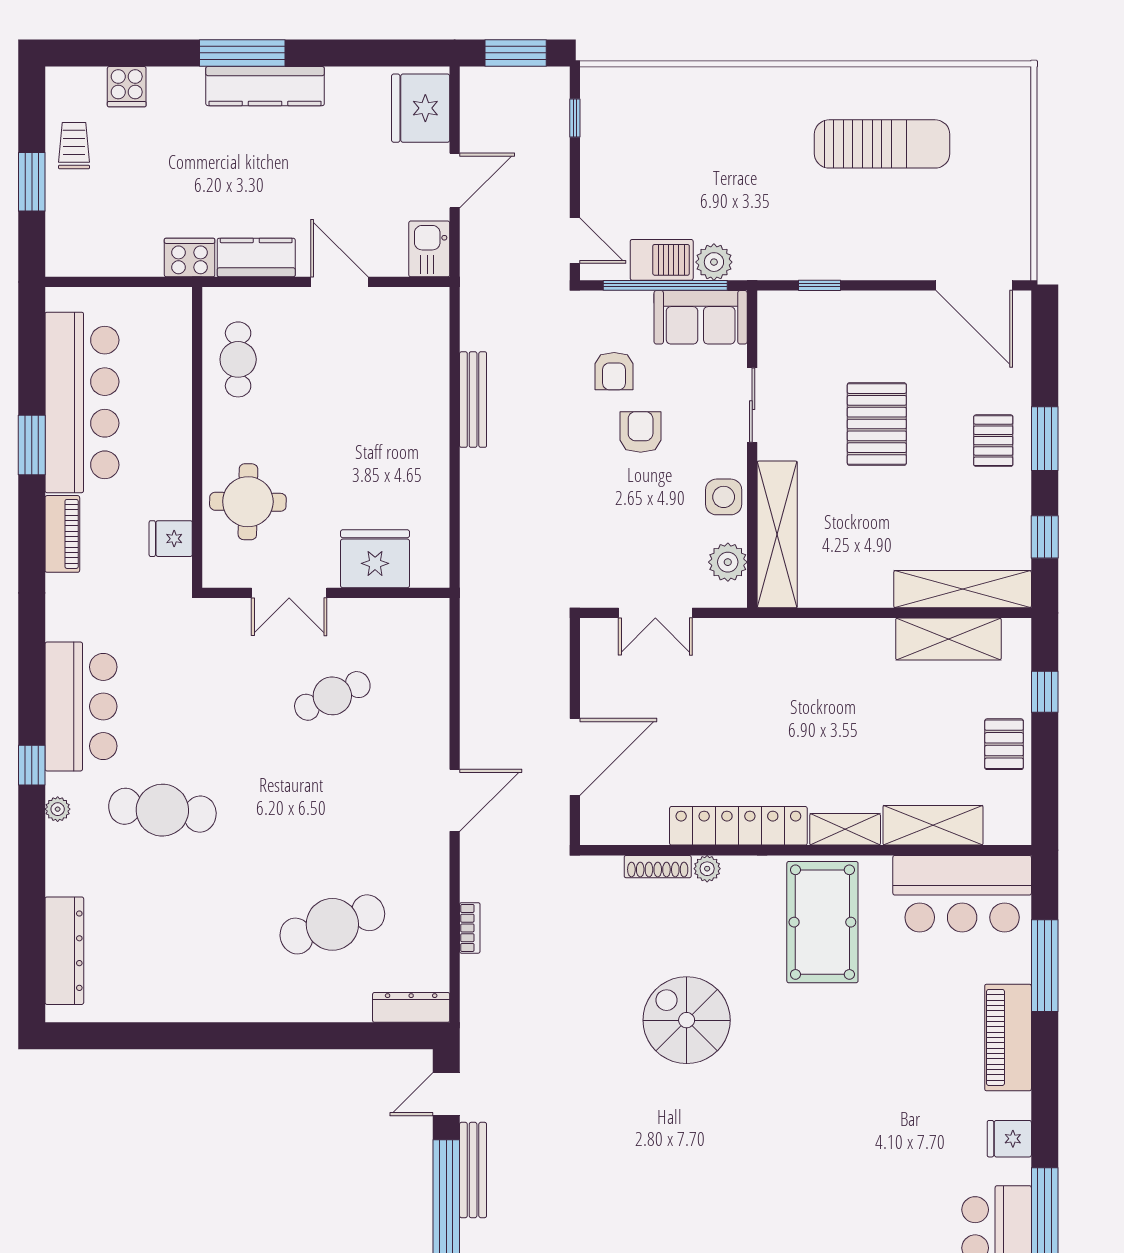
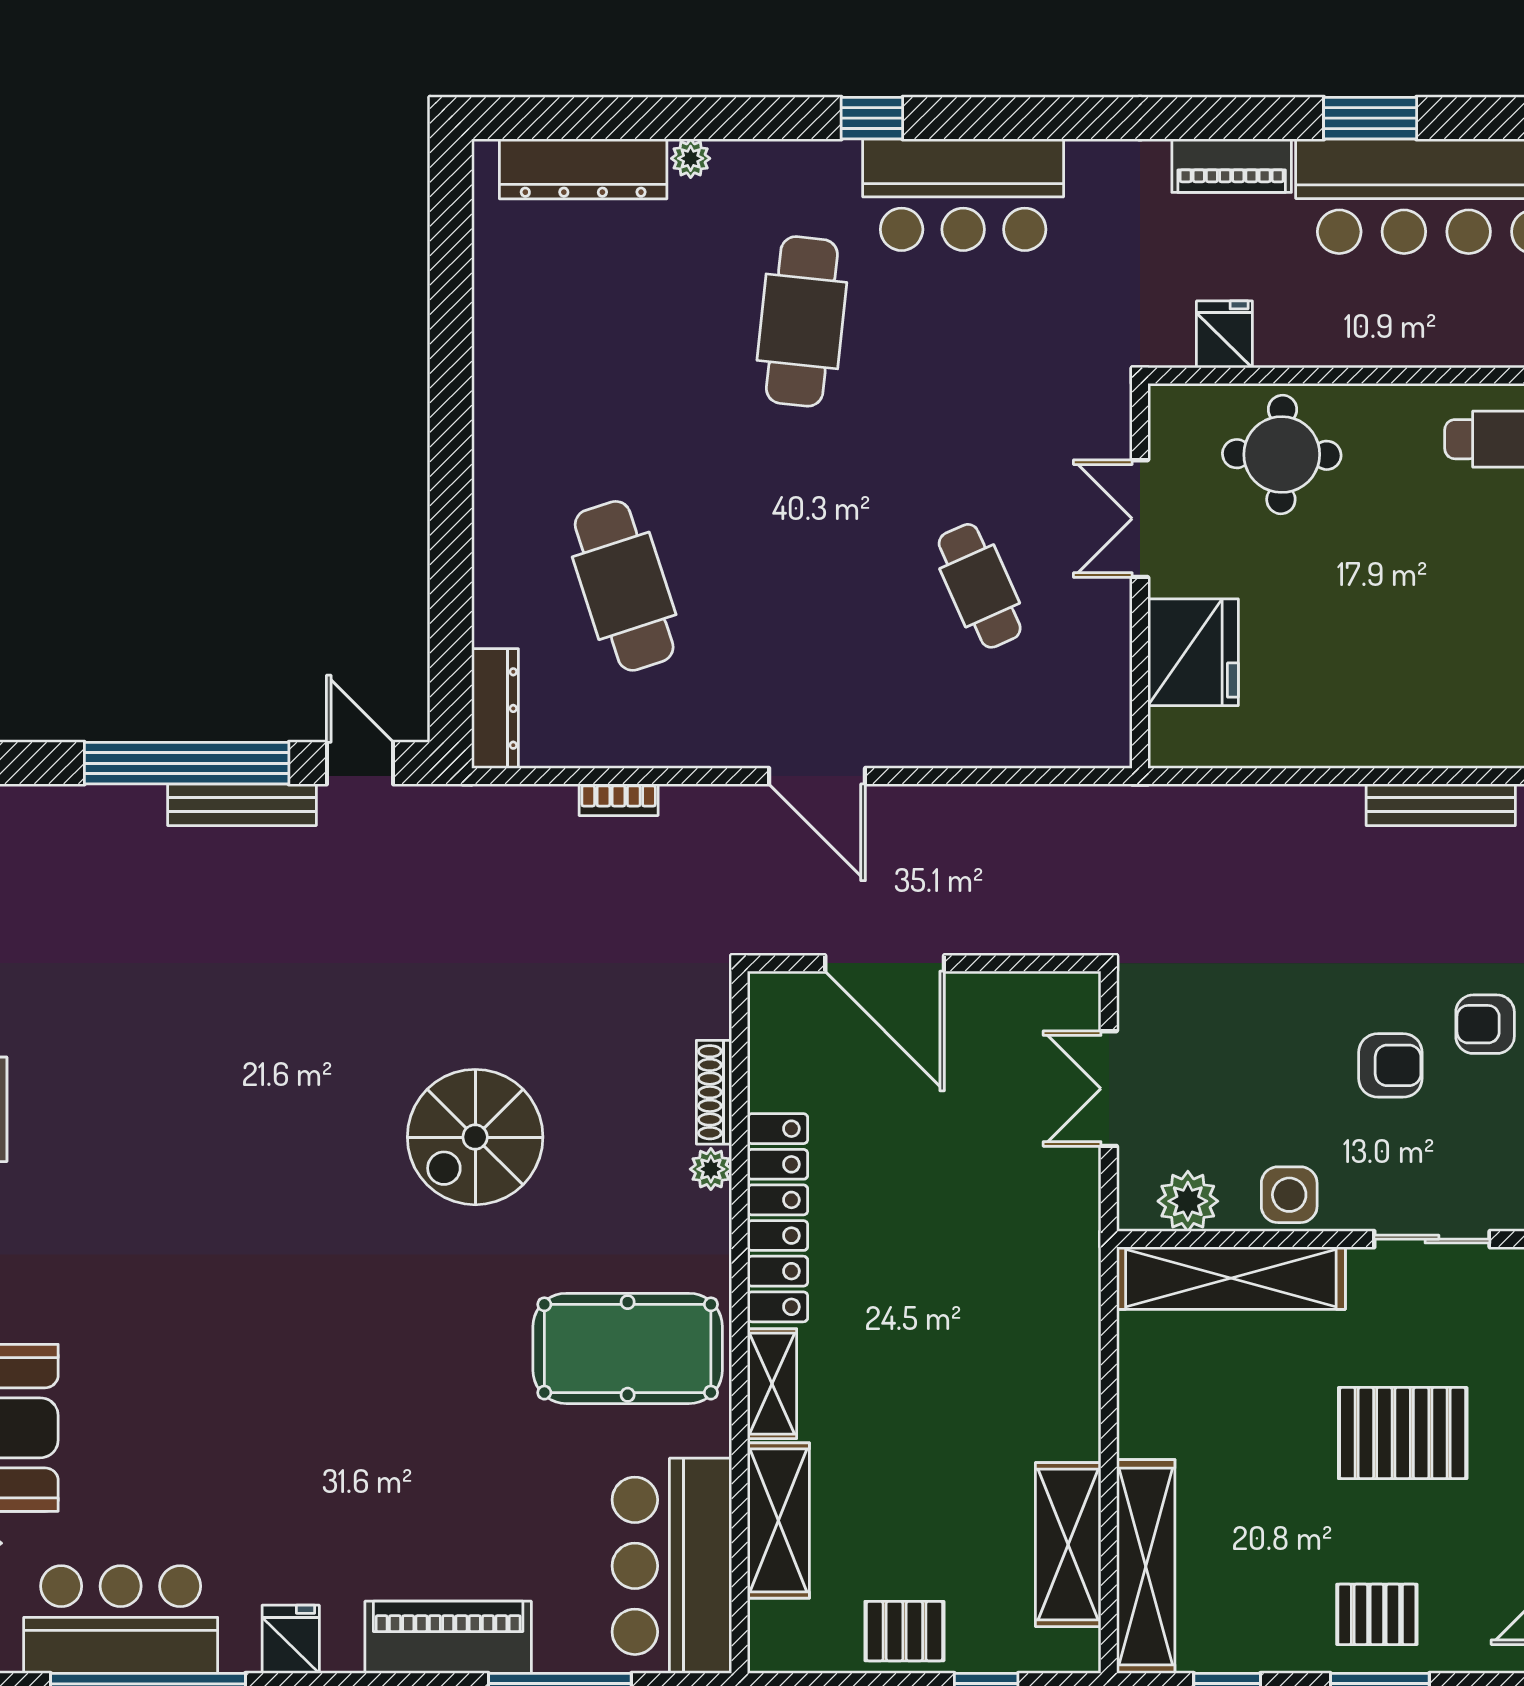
plant: (58, 809) -> (691, 158), moved
spiral stairs: (687, 1020) -> (475, 1137), turned 180

